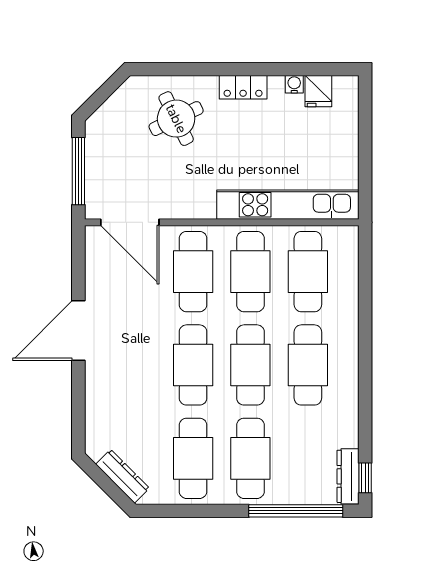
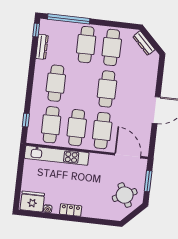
fridge: (318, 91) -> (32, 201), width x1.88, depth x1.34
round table: (176, 119) -> (125, 195), moved
window: (78, 171) -> (148, 181), width x0.69
window: (365, 275) -> (26, 120), added
cafe table: (250, 365) -> (81, 86), removed
dresser: (348, 476) -> (42, 47), moved

